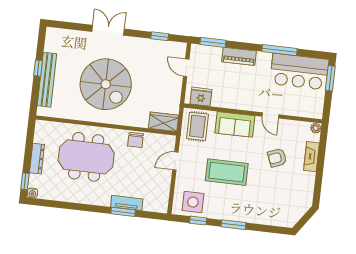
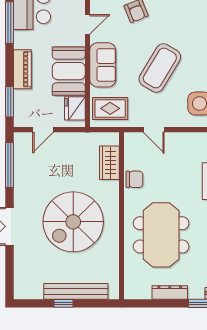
window: (160, 36) -> (10, 165), width x2.17
spiral stairs: (106, 84) -> (73, 222), turned 180
booth: (233, 95) -> (69, 71), added
wardrobe: (164, 122) -> (109, 163), moved
coffee table: (227, 172) -> (160, 68), turned 31

